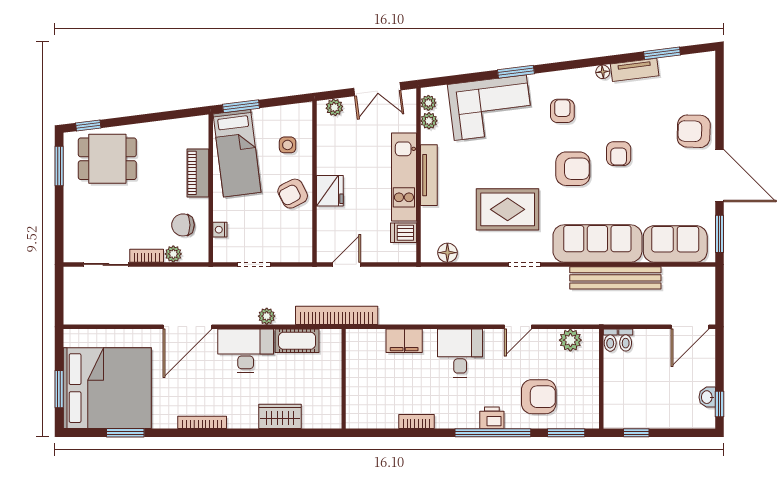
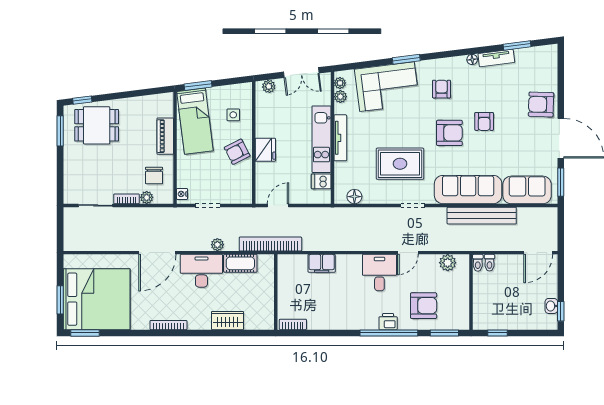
chair: (183, 225) -> (154, 176), turned -90
nightstand: (220, 230) -> (182, 194), moved
desk: (460, 353) -> (379, 273), moved
bookcase: (417, 421) -> (293, 324), moved
window: (125, 433) -> (85, 333), moved

